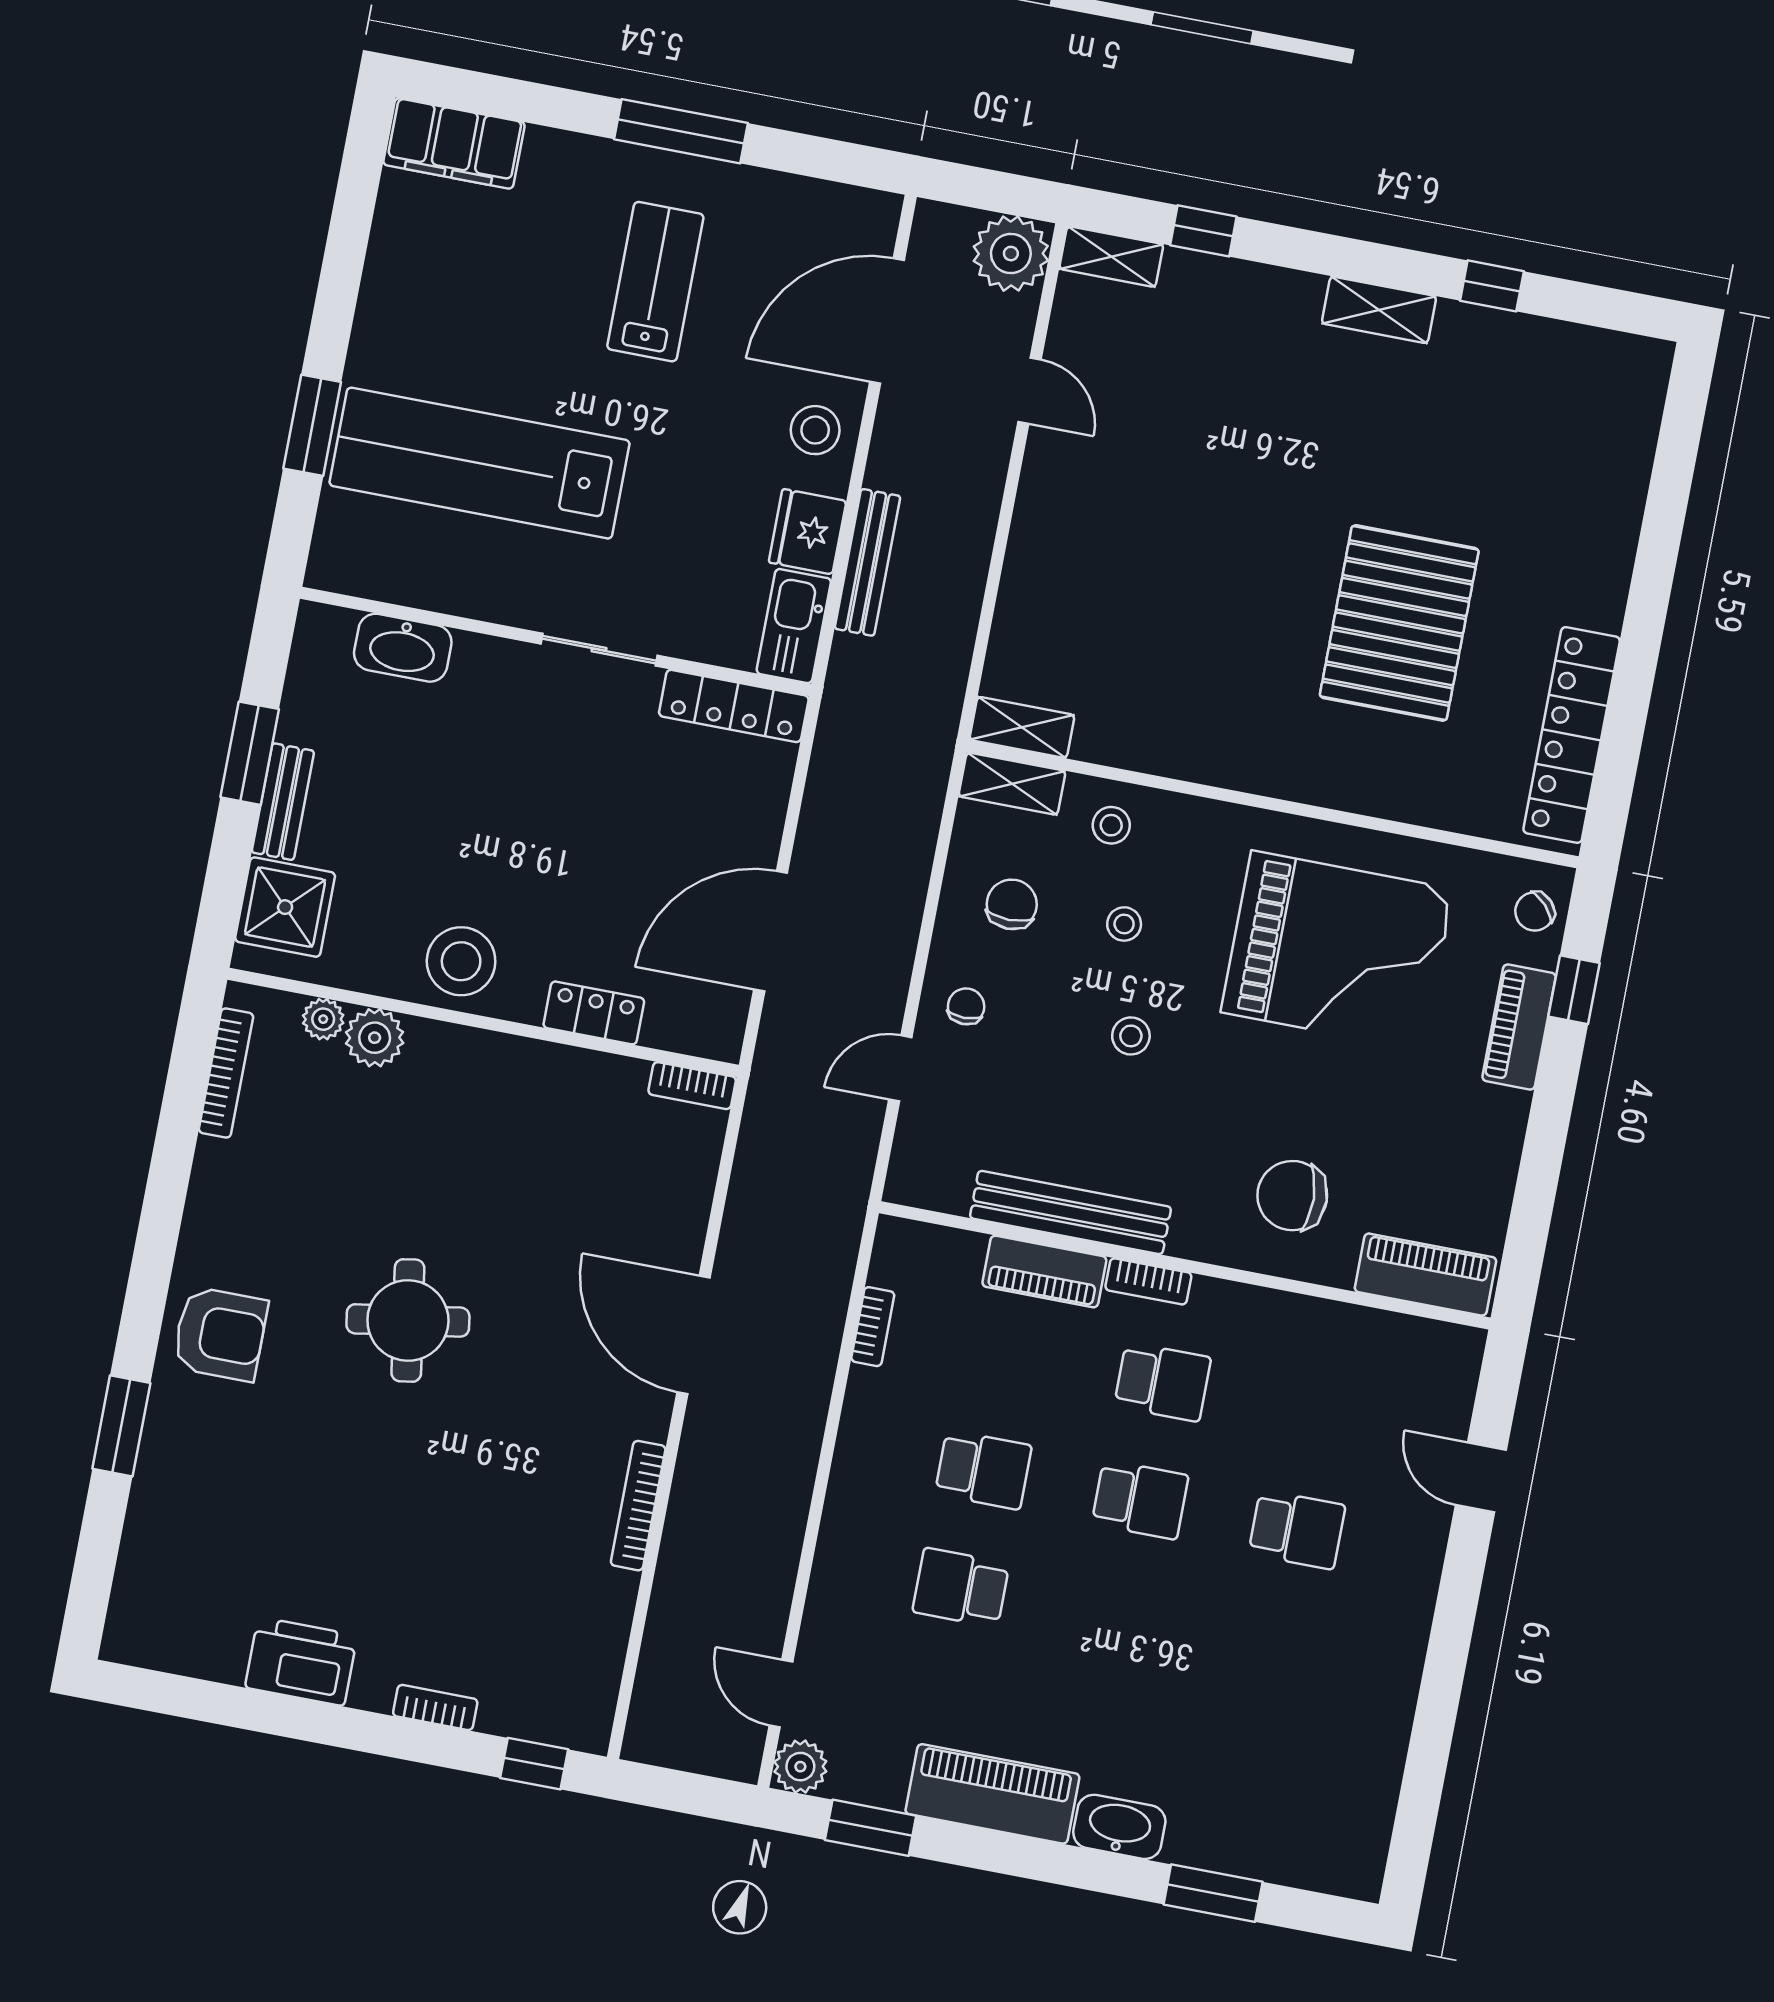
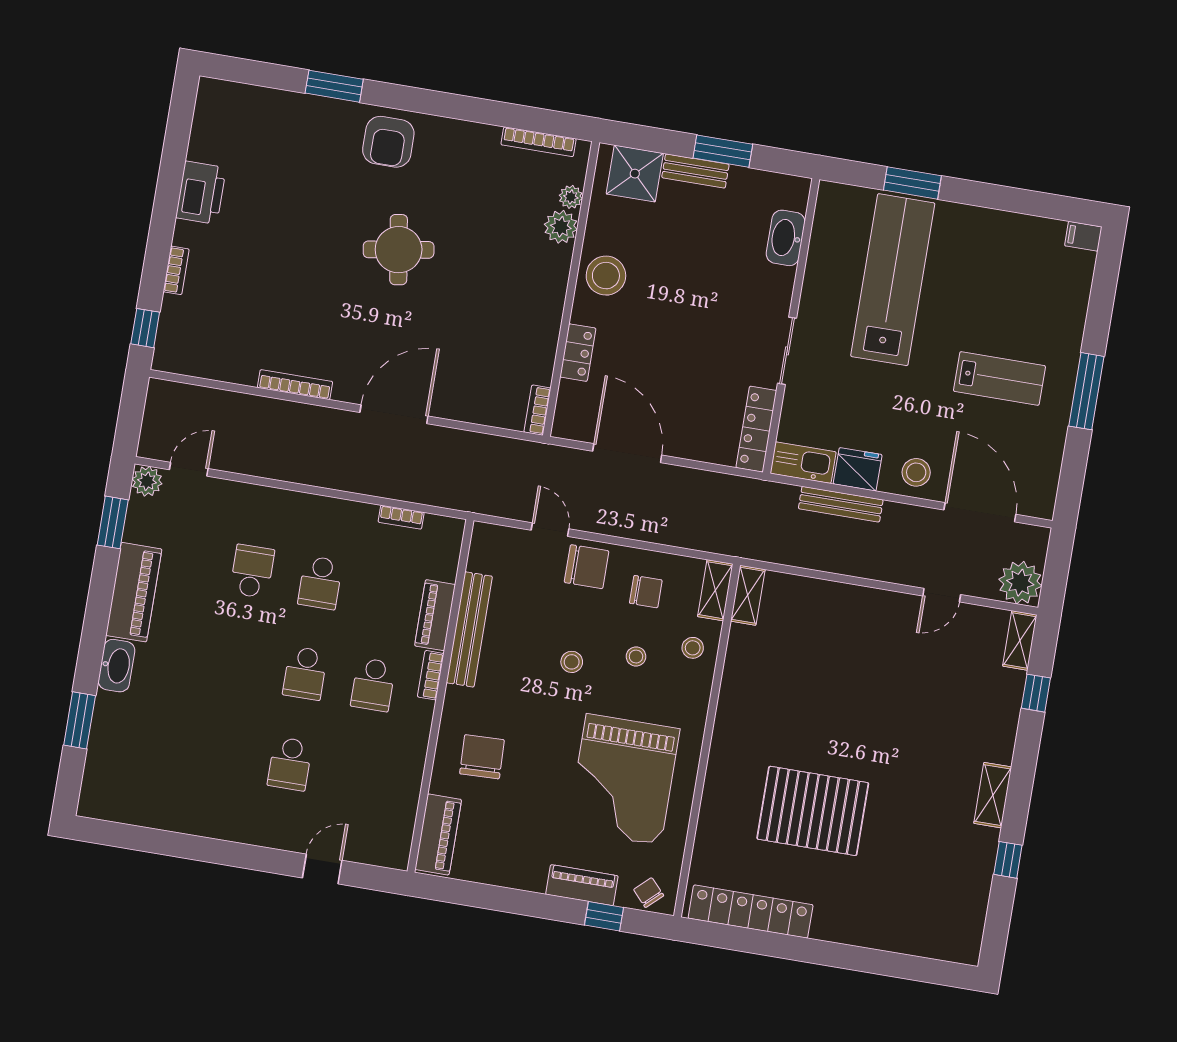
filing cabinet: (454, 144) -> (1083, 236), width x0.33, depth x0.86
chair: (966, 1006) -> (587, 567), width x1.87, depth x1.87

